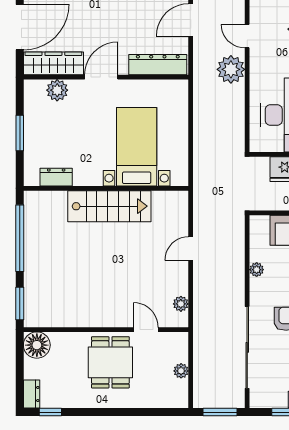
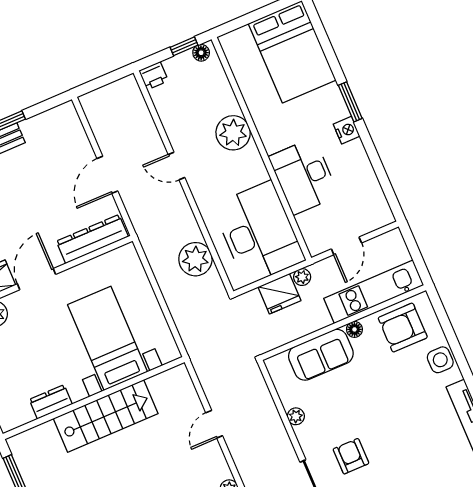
plant: (231, 69) -> (195, 259), moved
dresser: (56, 177) -> (51, 402), moved

